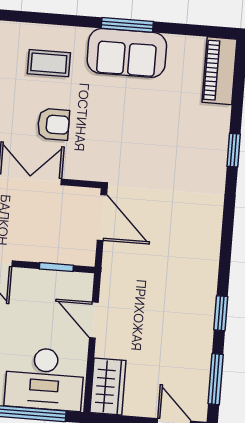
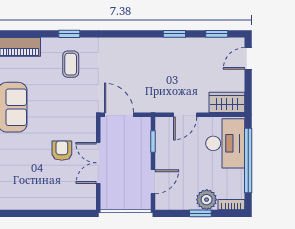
coffee table: (49, 63) -> (71, 64), moved
door: (102, 217) -> (119, 115), hinge flipped
window: (216, 379) -> (217, 34), width x0.67

